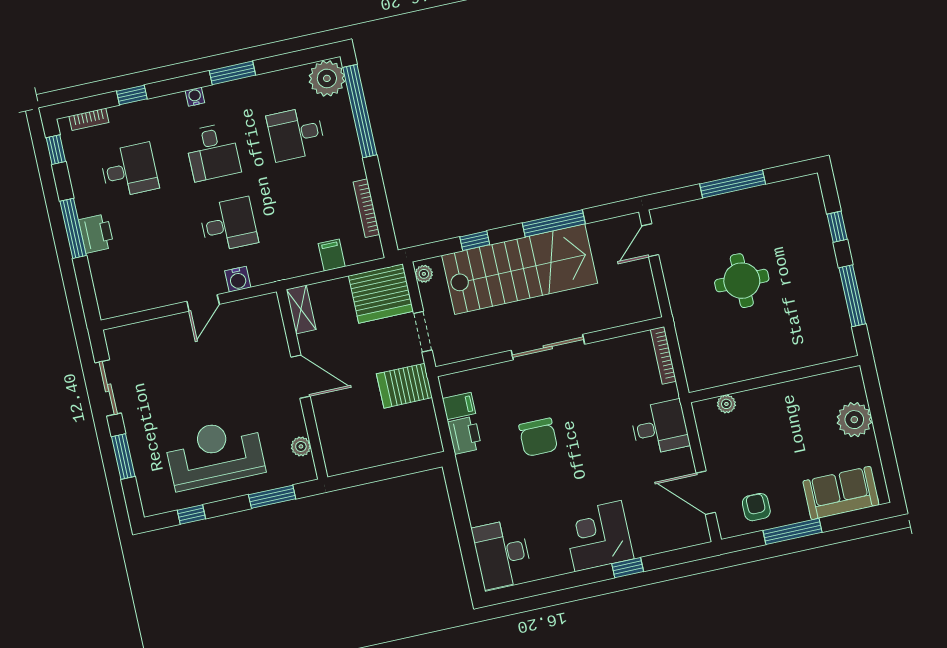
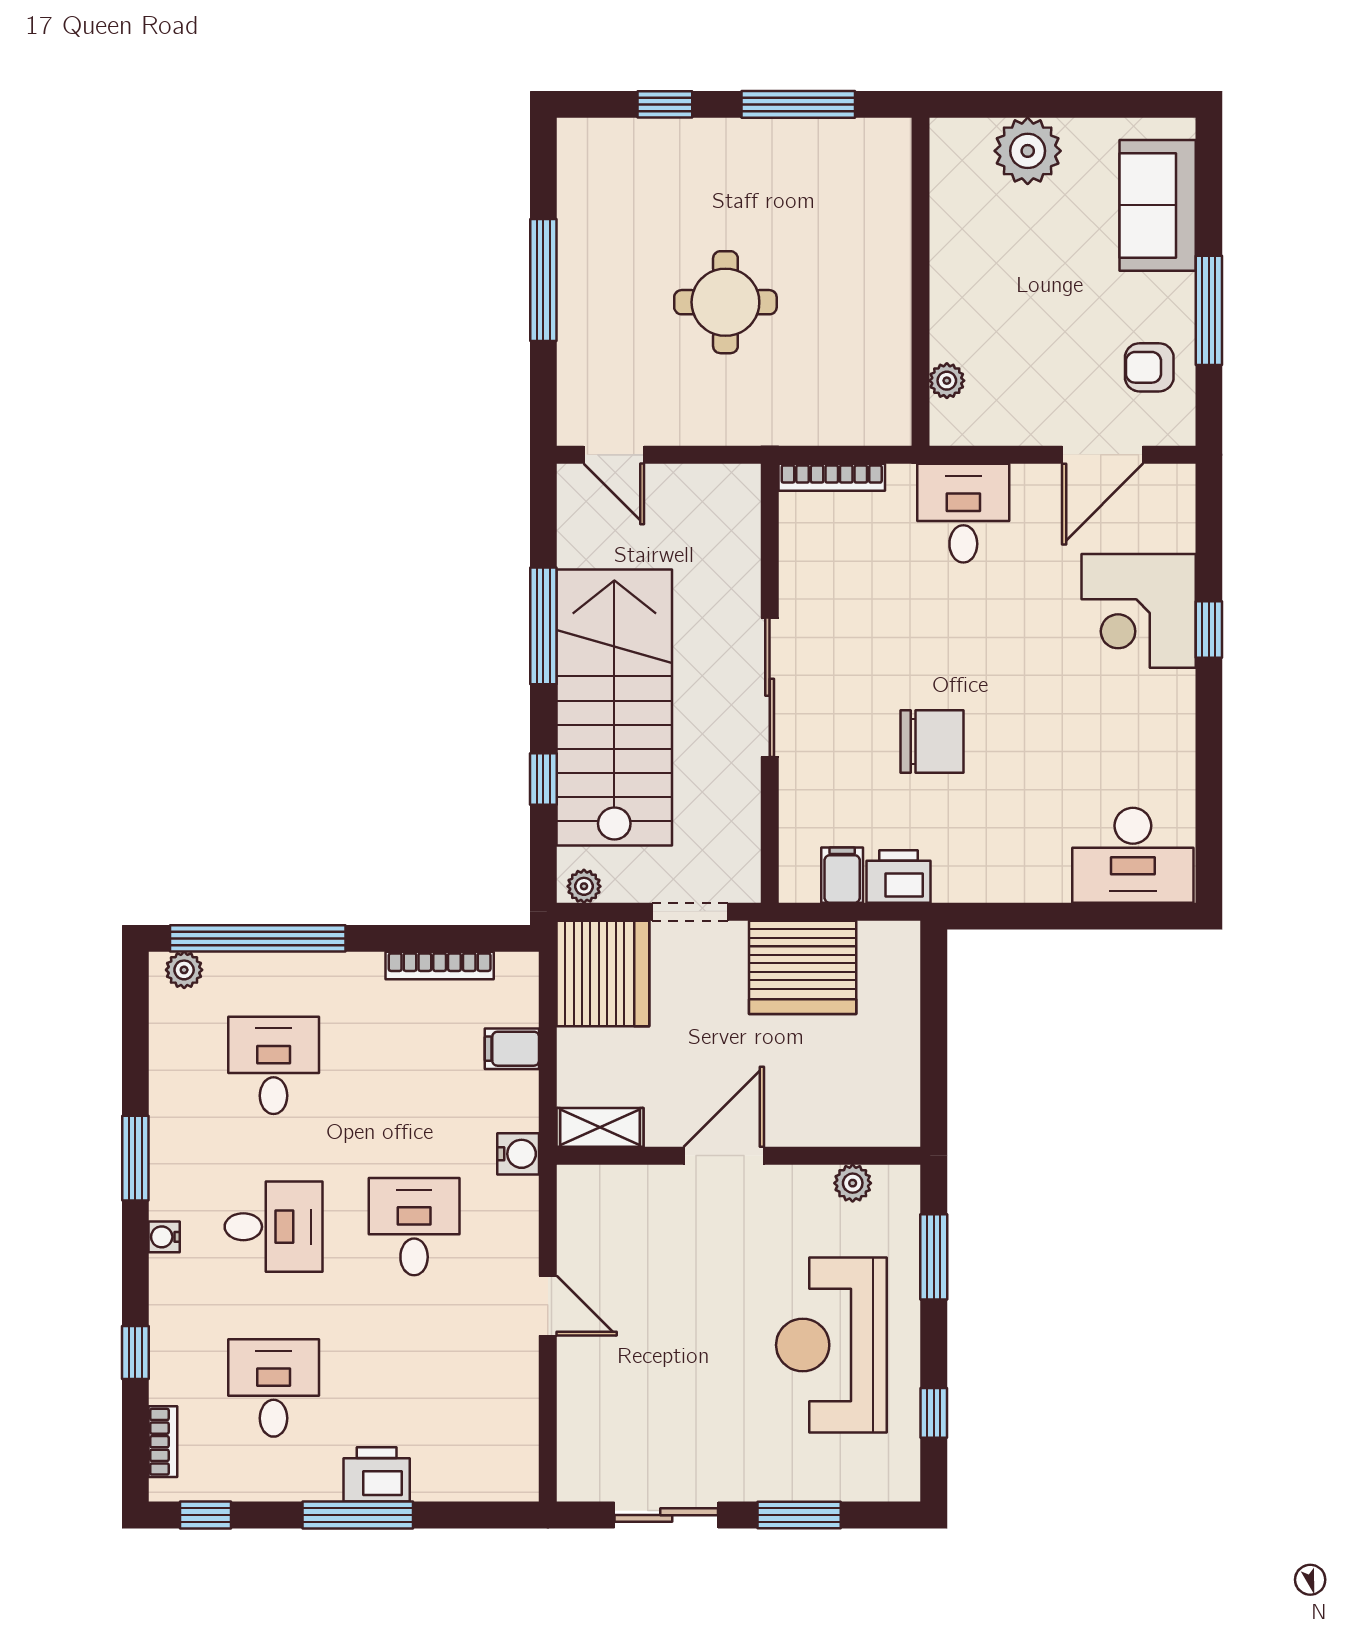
plant: (327, 78) -> (184, 970), width x0.53, depth x0.53
desk: (296, 134) -> (274, 1065), turned 180
water cooler: (238, 279) -> (518, 1154), moved
server rack: (404, 386) -> (803, 967), width x1.60
corner desk: (598, 536) -> (1139, 611), moved

